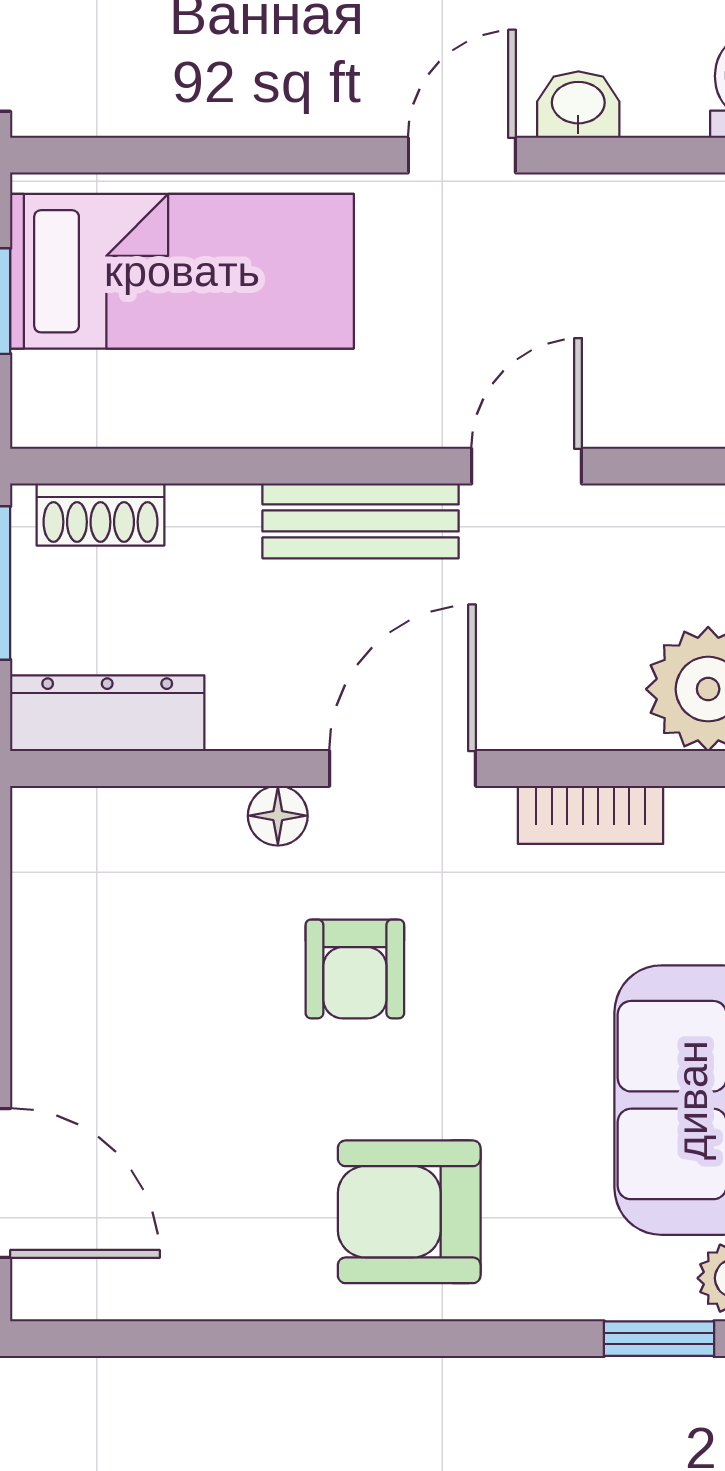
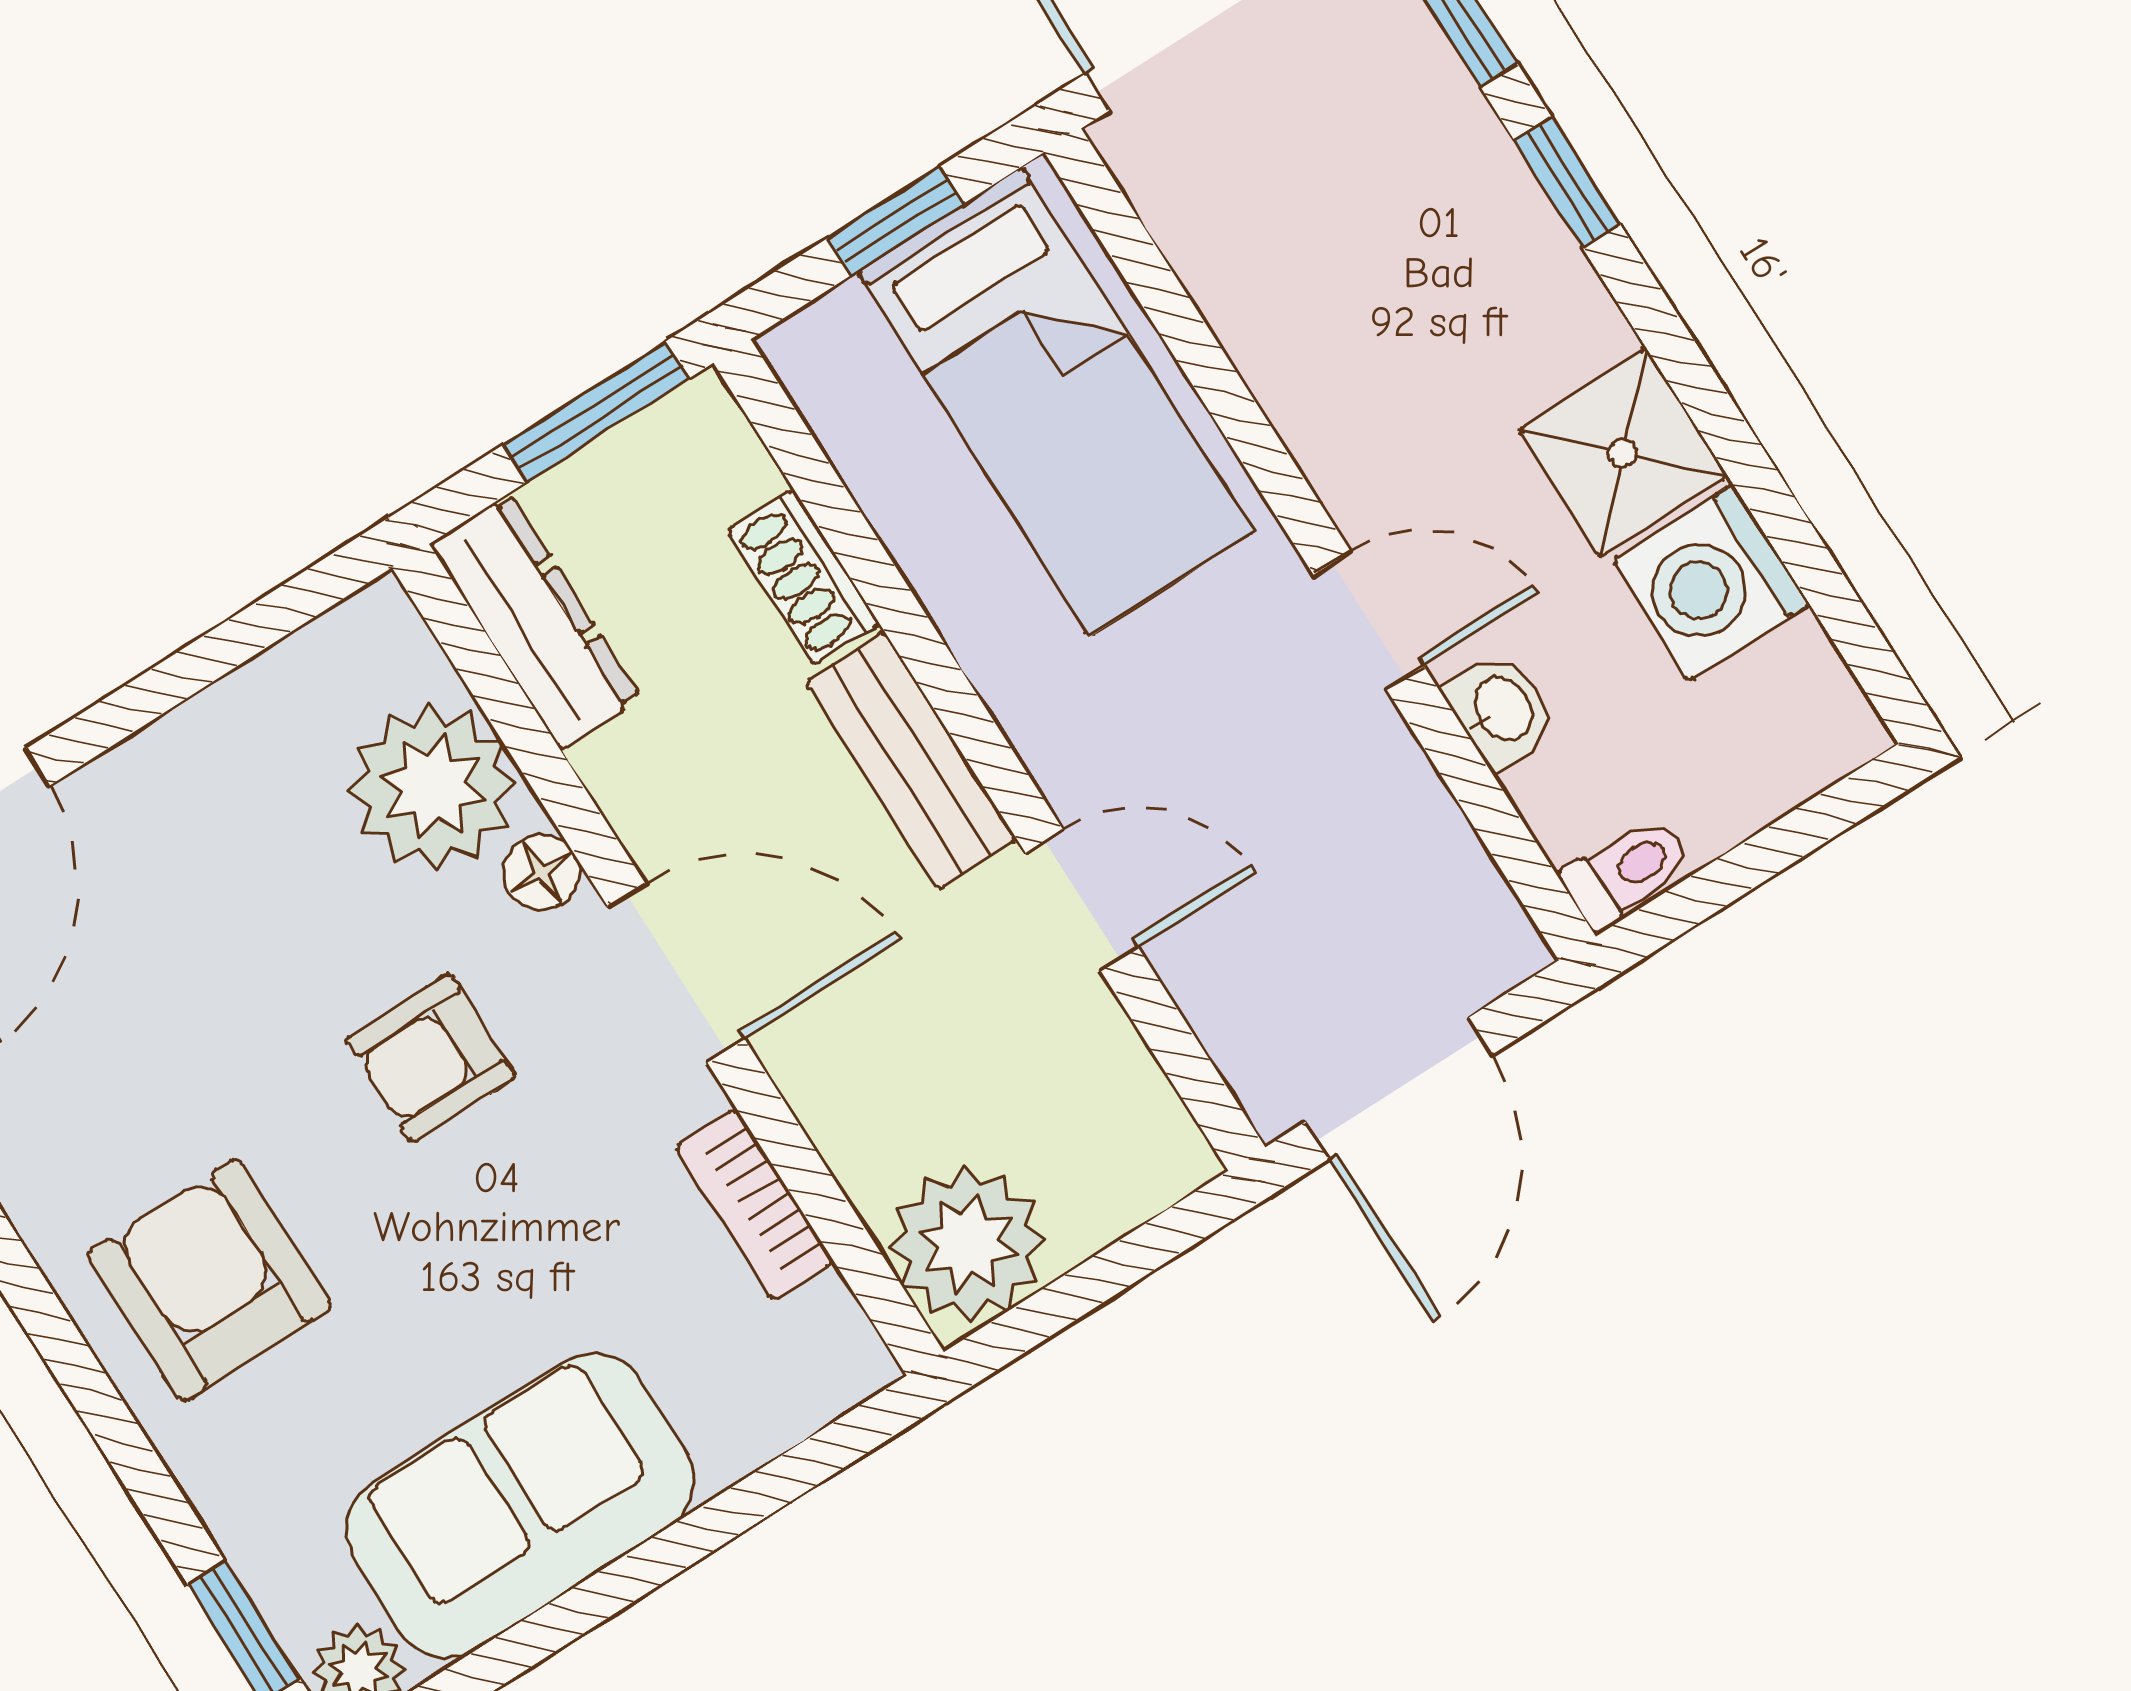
shoe rack: (100, 514) -> (804, 577), moved
plant: (174, 853) -> (432, 787), added

